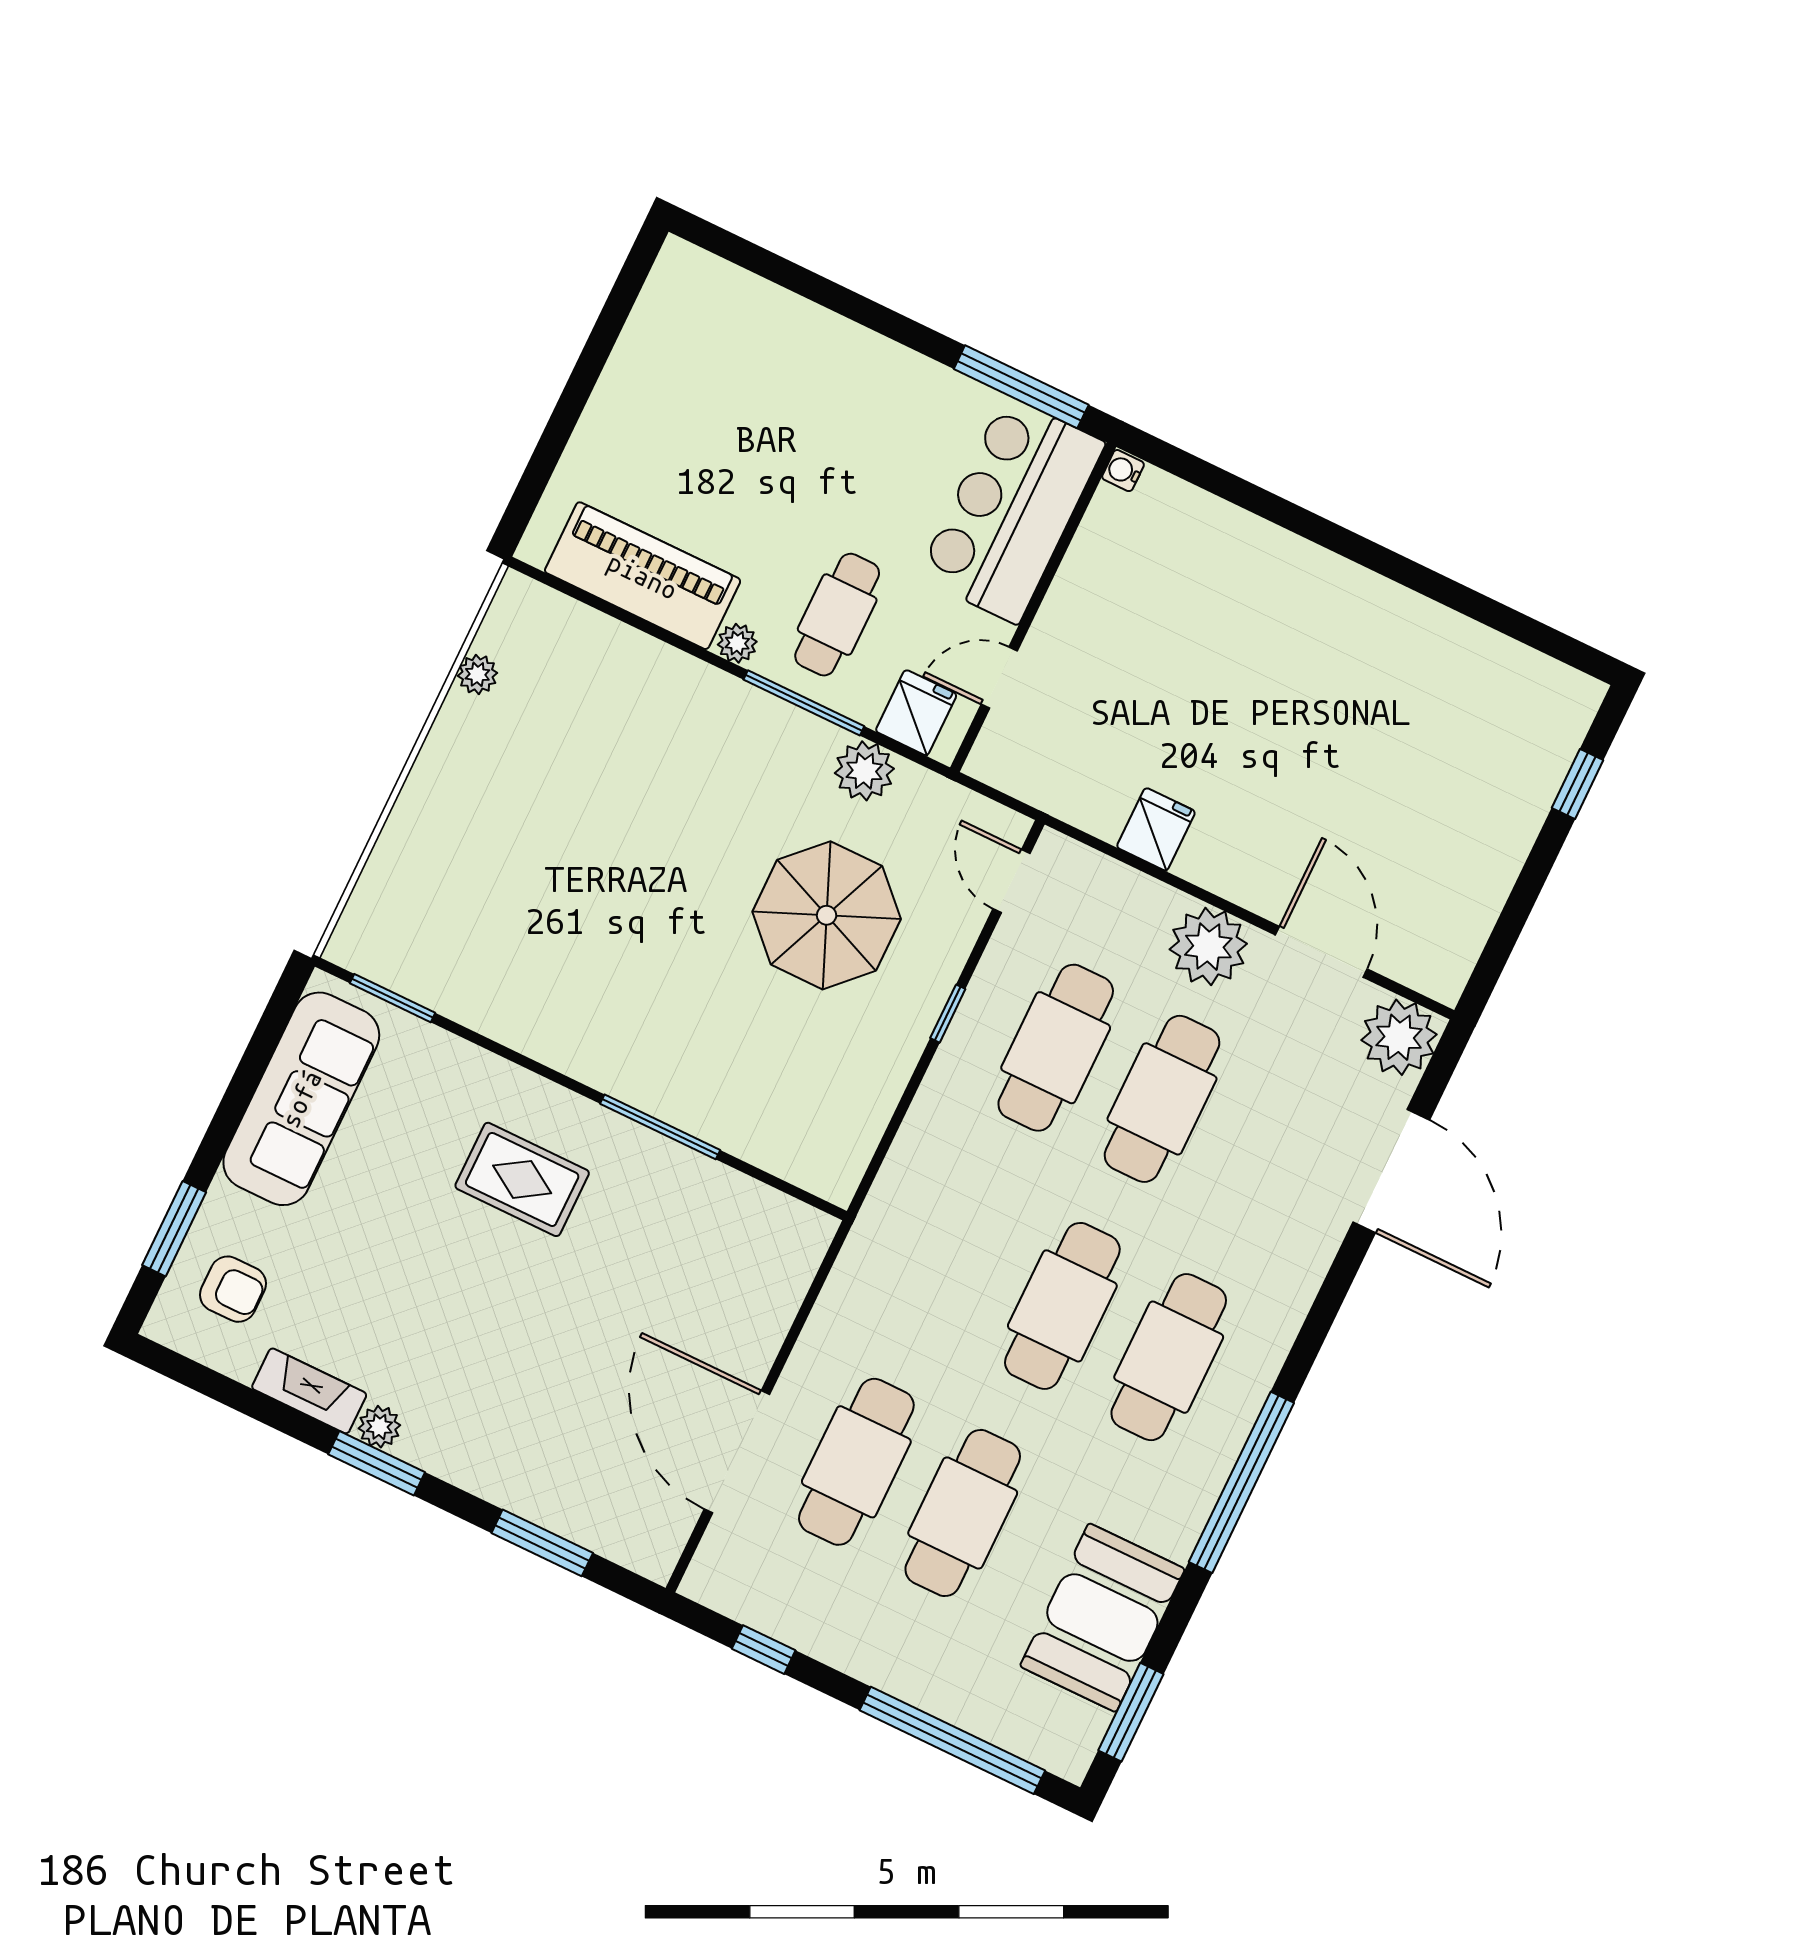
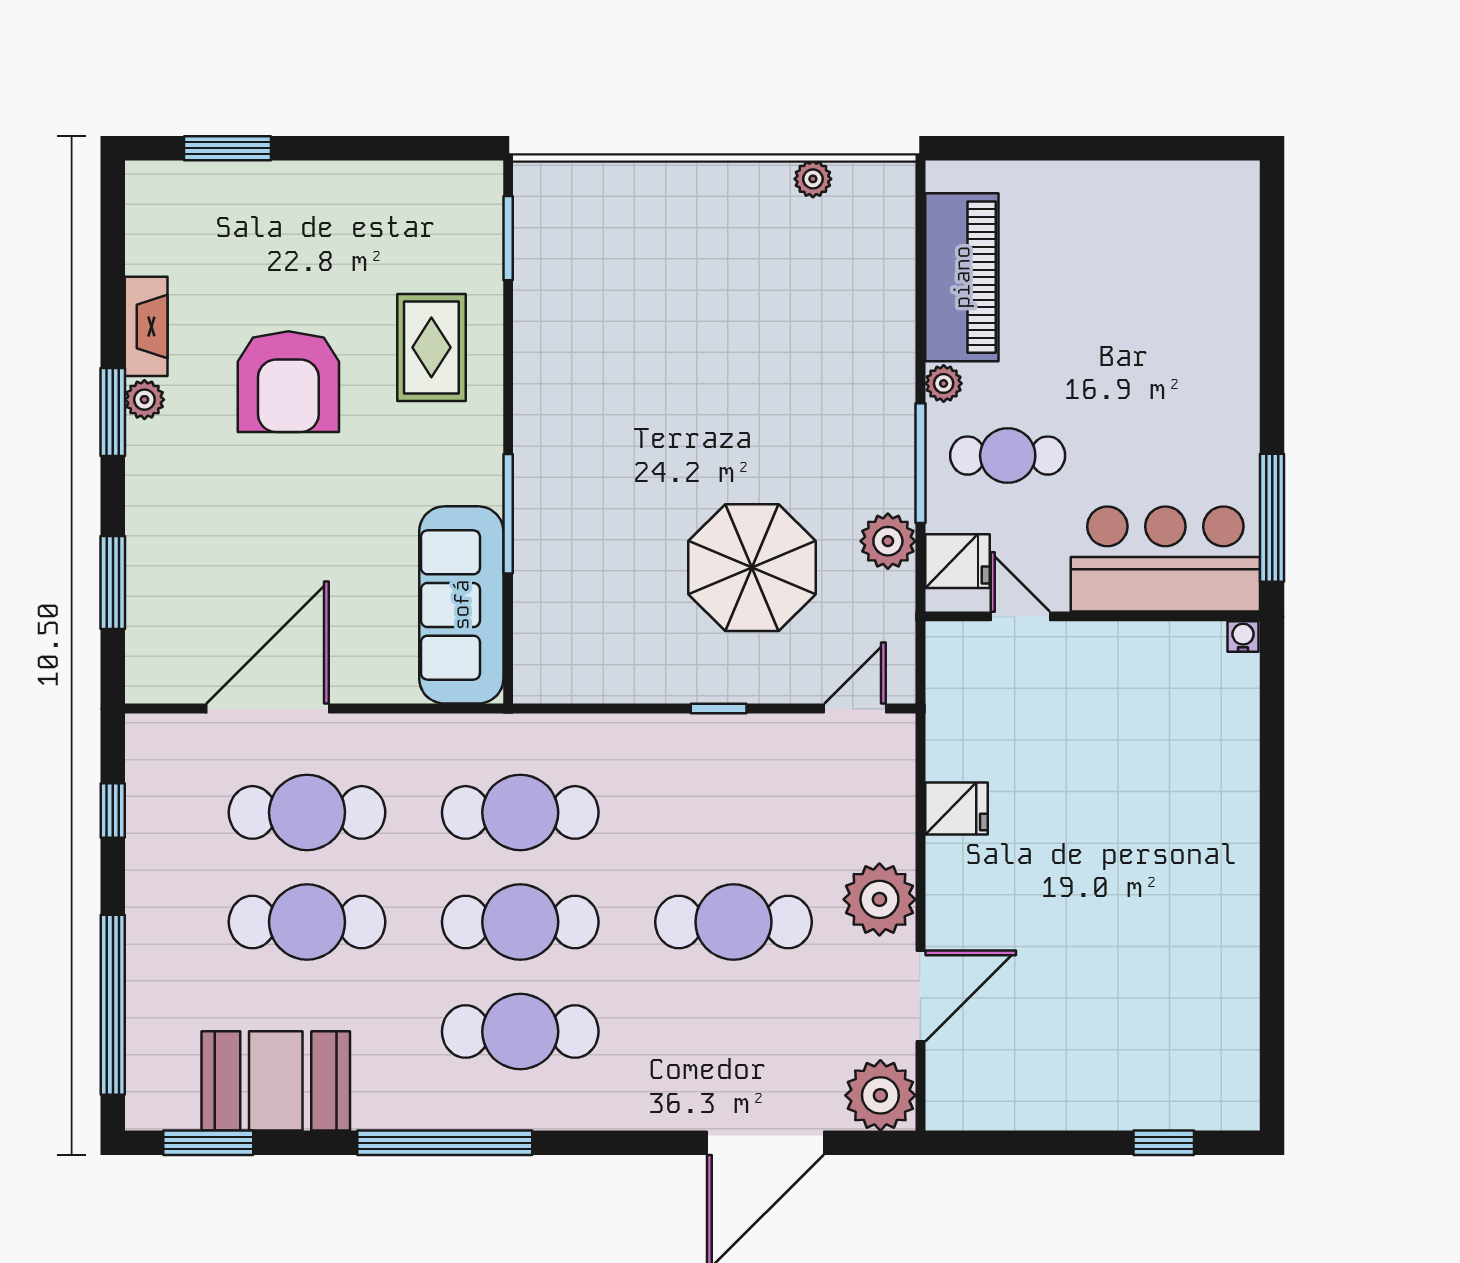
cafe table: (1056, 1048) -> (520, 812), moved
sofa: (301, 1099) -> (461, 605), moved, turned 90
rug: (522, 1179) -> (431, 347), moved
armchair: (233, 1289) -> (288, 382), moved, width x1.88, depth x1.88

